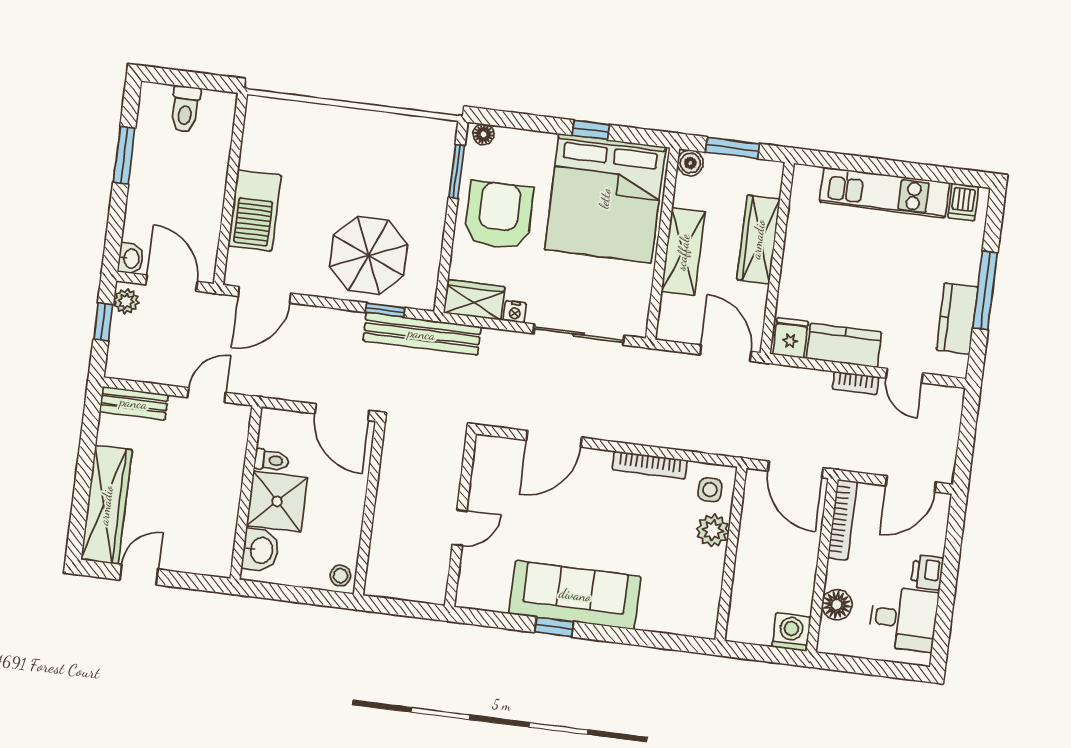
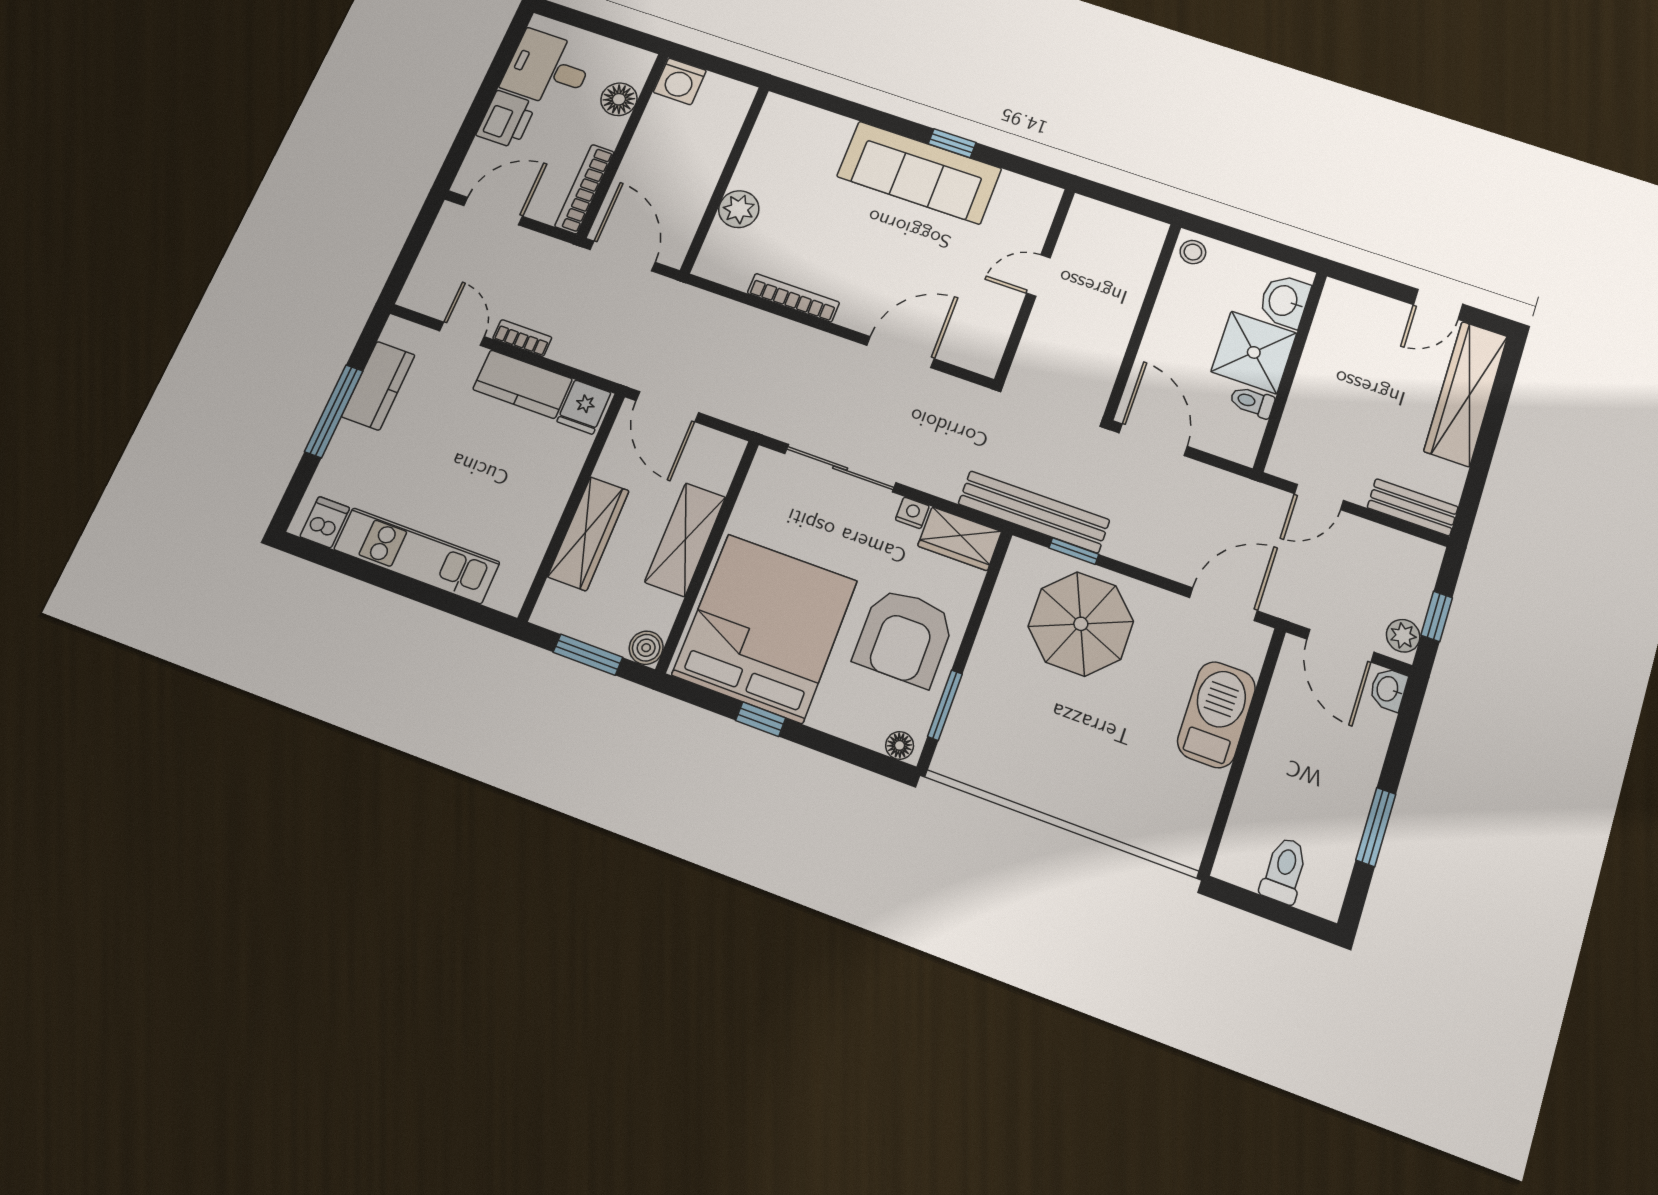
side table: (710, 490) -> (730, 255), removed
printer: (927, 572) -> (506, 119), width x1.36, depth x1.24

